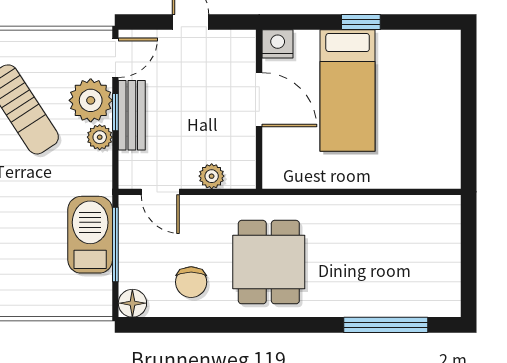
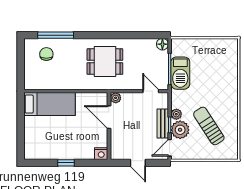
bed: (348, 91) -> (49, 104), moved, turned 90
door: (259, 100) -> (109, 117), moved
plant: (212, 176) -> (116, 98), moved
dining table: (269, 262) -> (105, 62), turned 90
chair: (191, 282) -> (46, 54), moved

